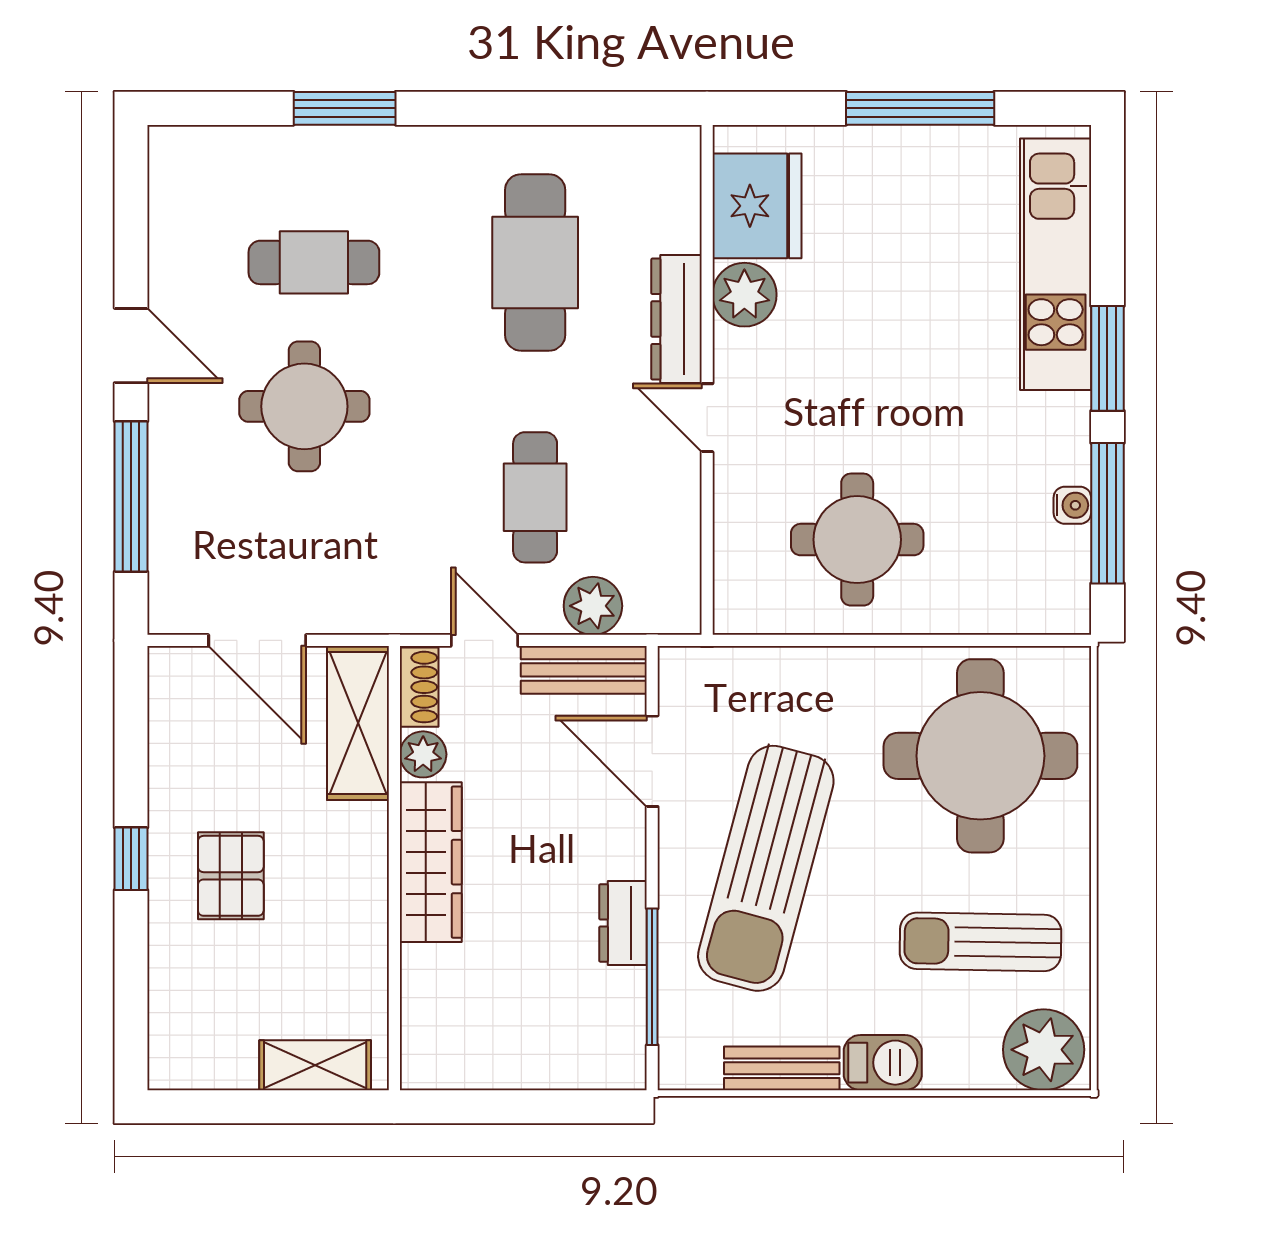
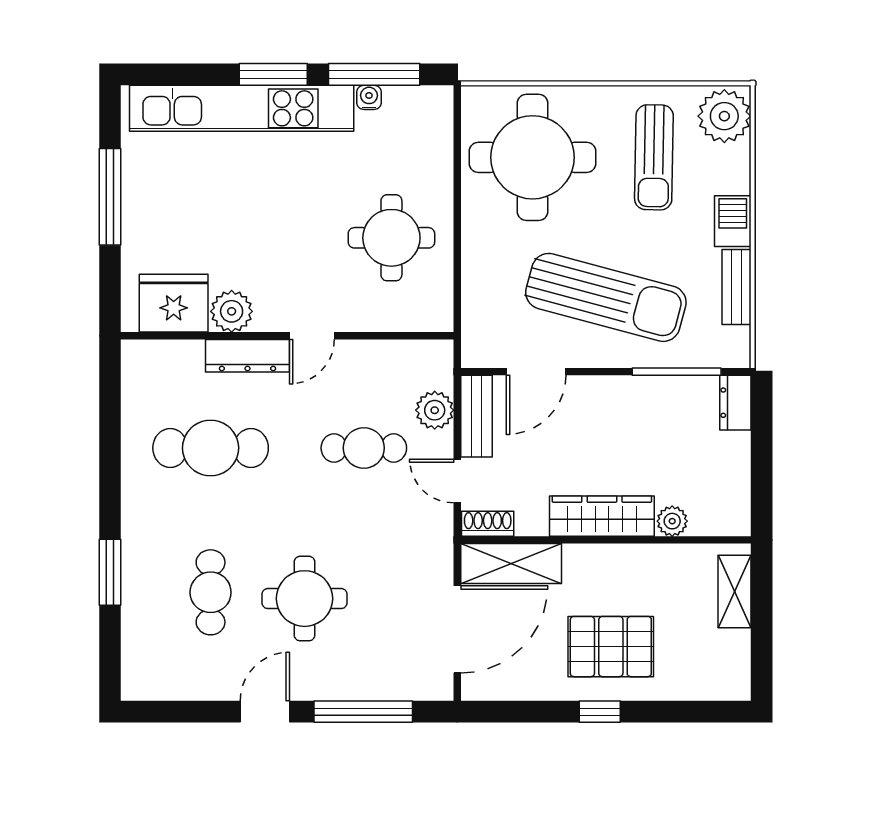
kitchen unit: (1056, 264) -> (242, 108), width x1.36
door: (257, 640) -> (457, 629), width x1.36
door: (485, 640) -> (457, 481), hinge flipped
plant: (423, 754) -> (672, 521), moved
pallet: (231, 876) -> (611, 647), width x1.50, depth x1.42
dresser: (623, 923) -> (735, 403), moved, turned 90

